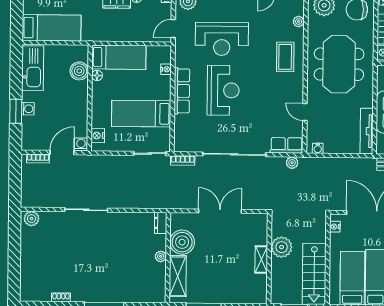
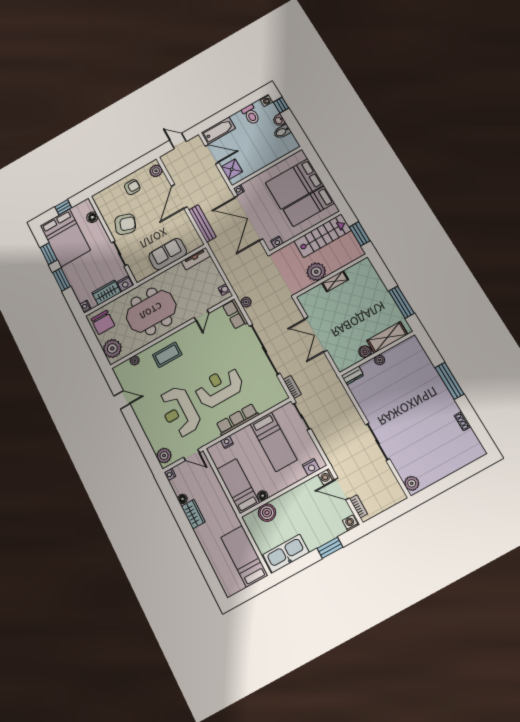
reception desk: (222, 39) -> (179, 412), turned 180
washing machine: (28, 109) -> (350, 523), moved
tv unit: (367, 131) -> (196, 259), width x0.71
boiler: (182, 242) -> (365, 352), width x0.54, depth x0.54

